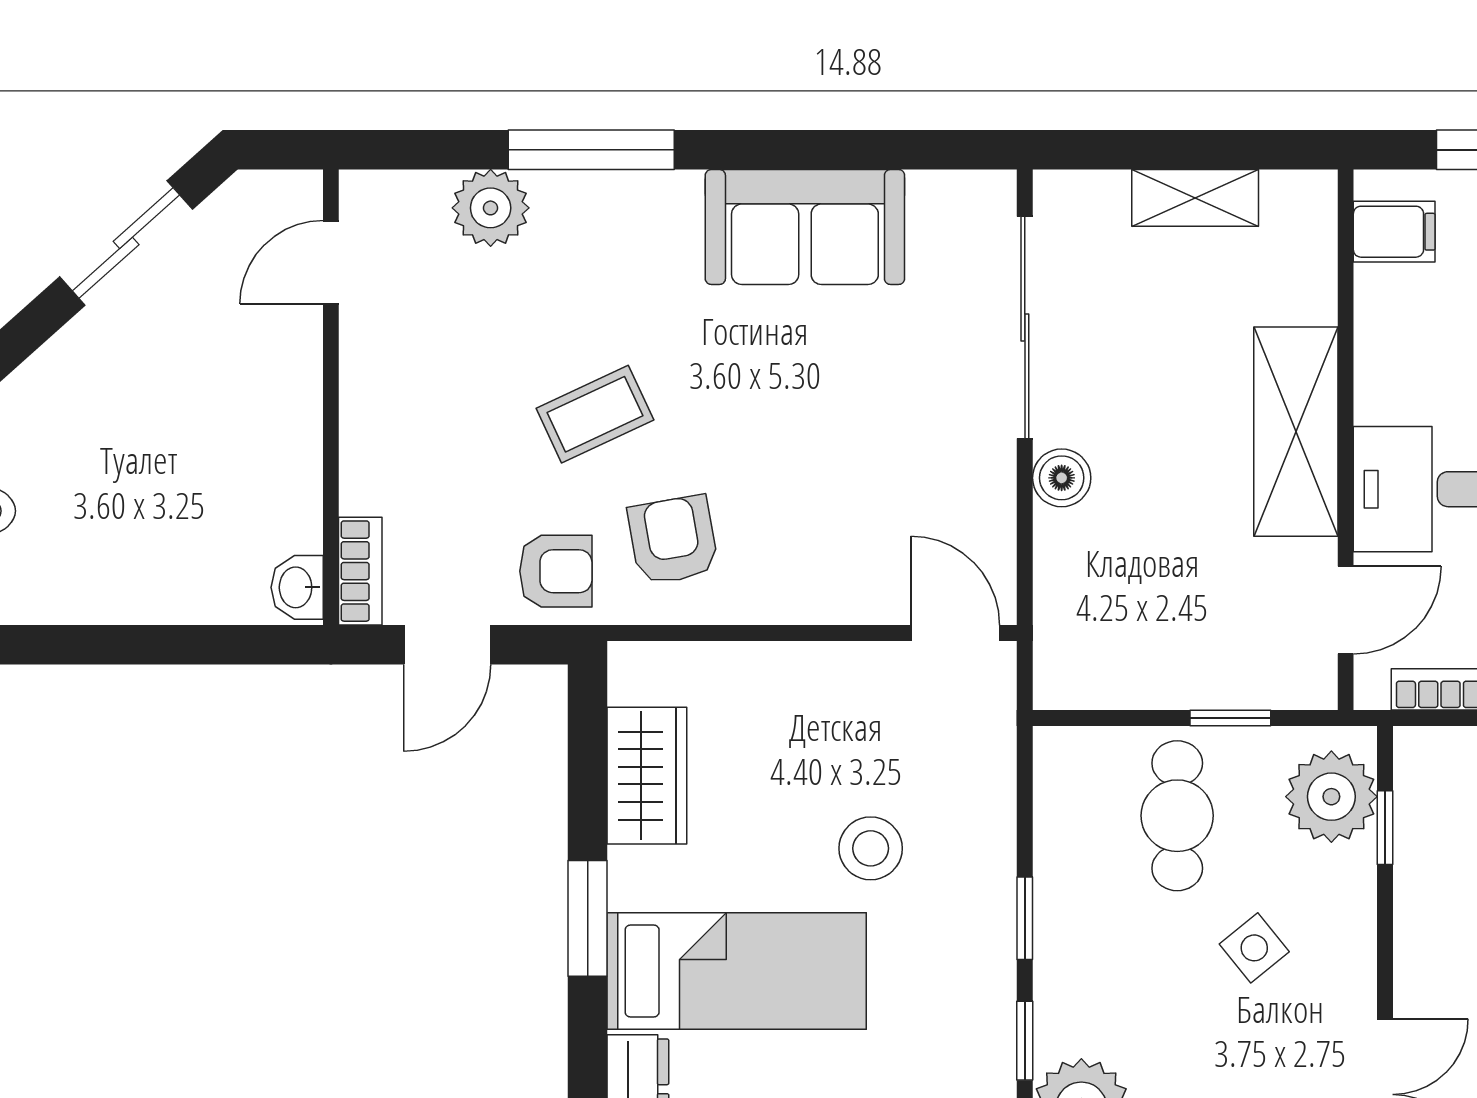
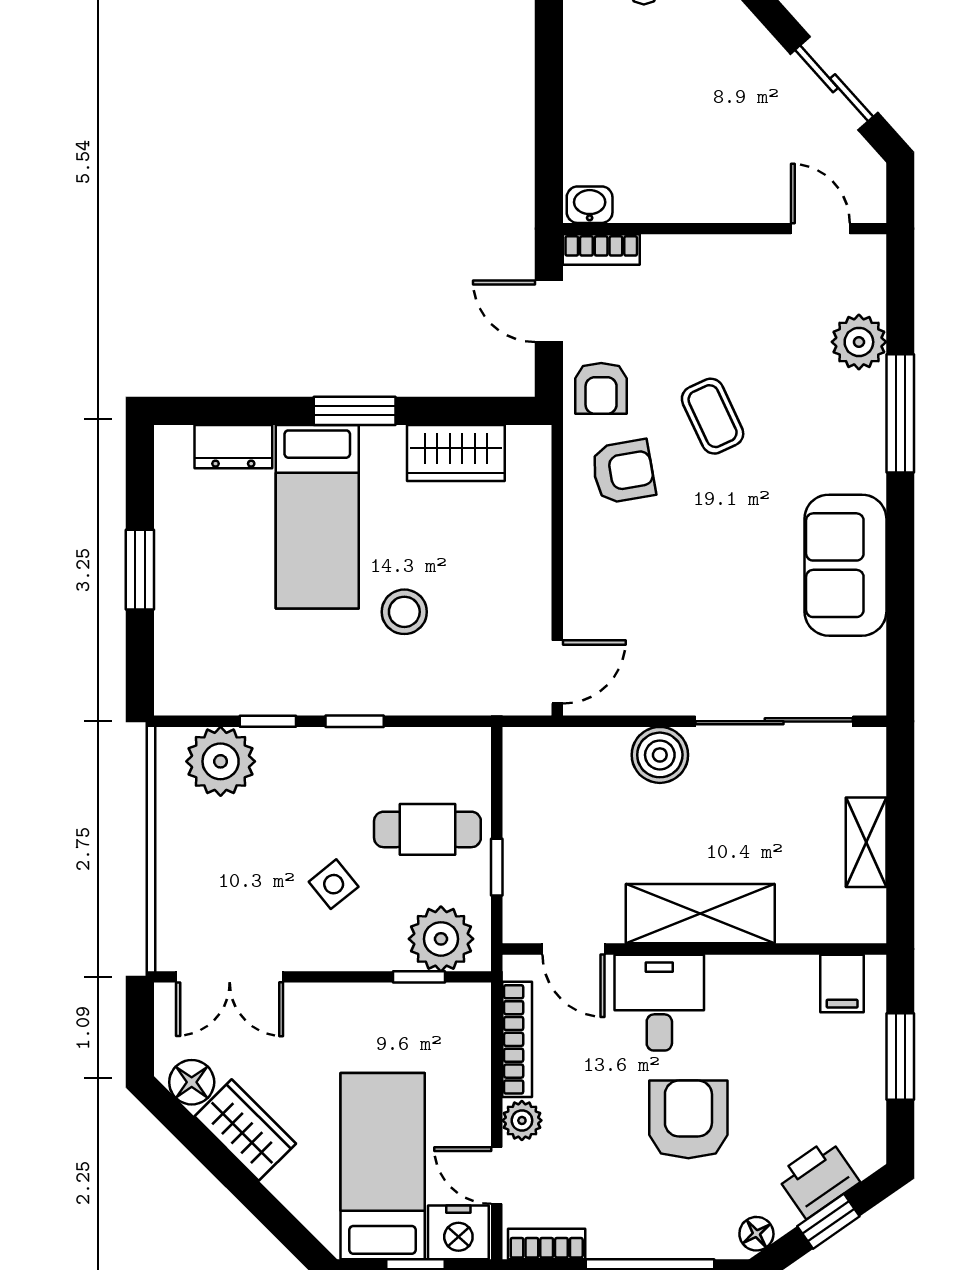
boiler: (1062, 478) -> (660, 755), width x1.36, depth x1.36

